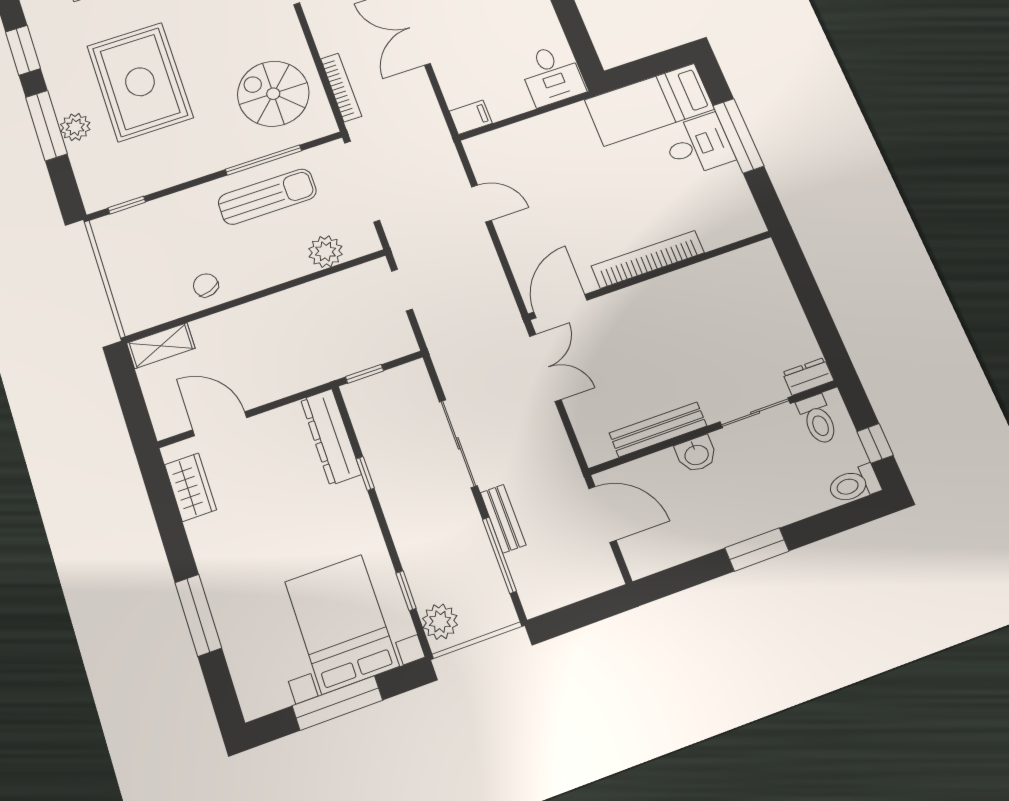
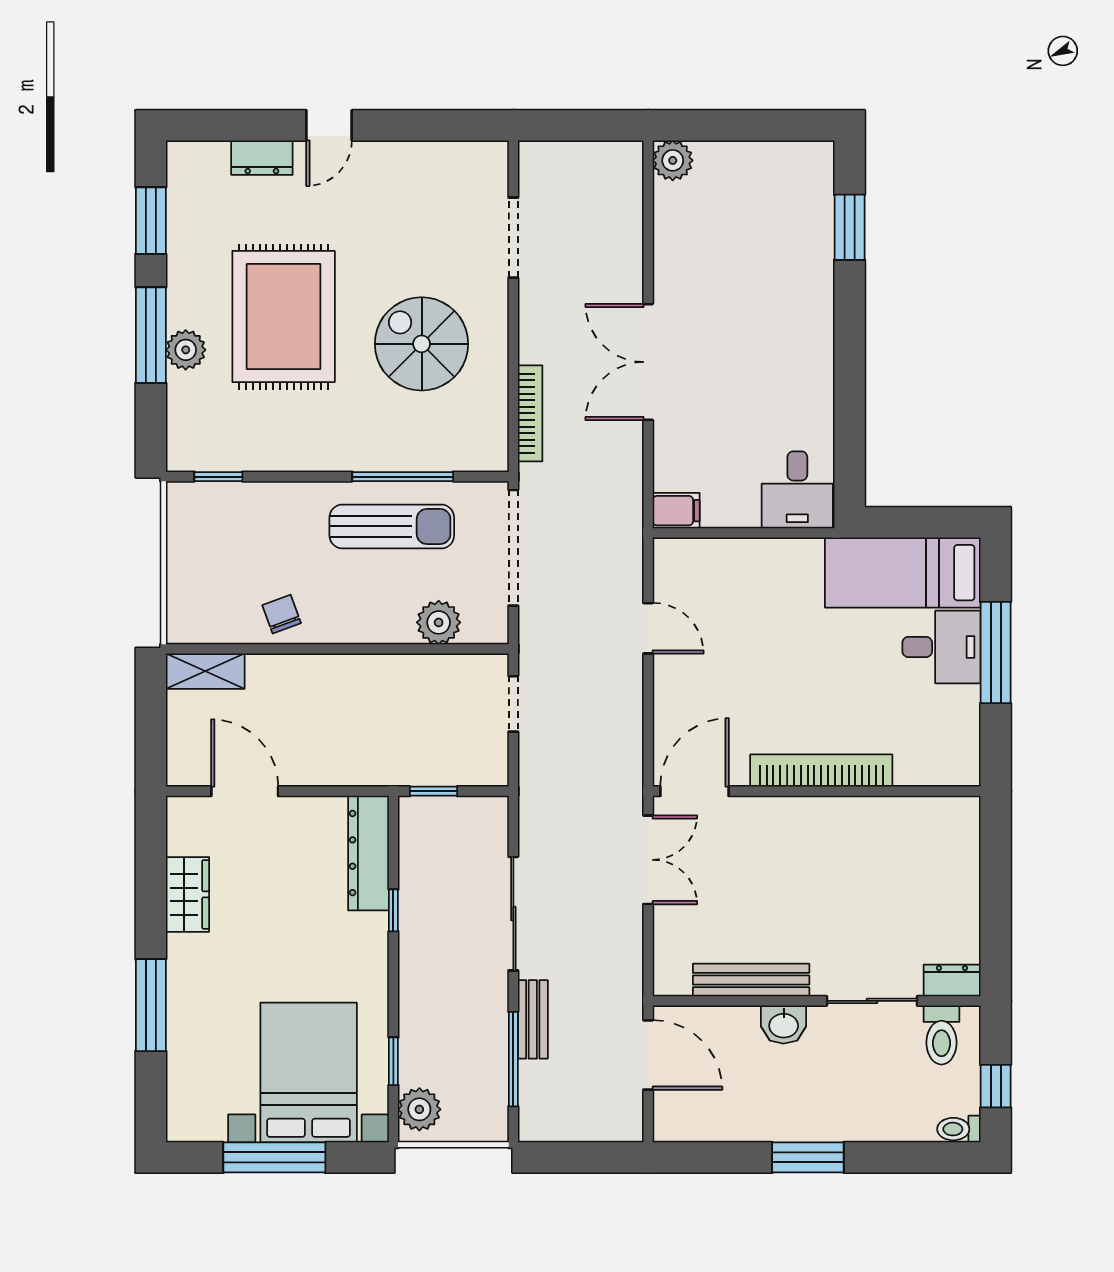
spiral stairs: (273, 94) -> (422, 344), moved
toilet: (854, 484) -> (959, 1129), width x0.73, depth x0.72
wardrobe: (190, 487) -> (187, 894), moved

